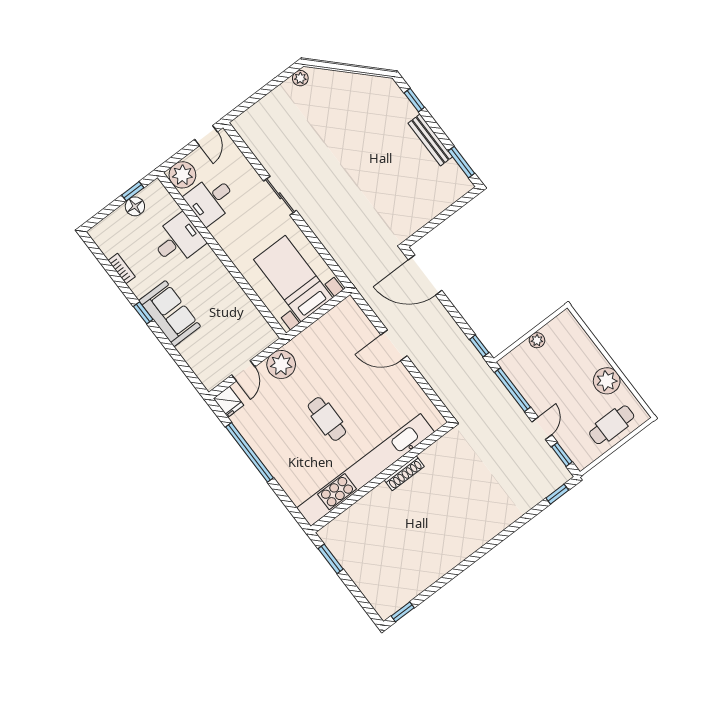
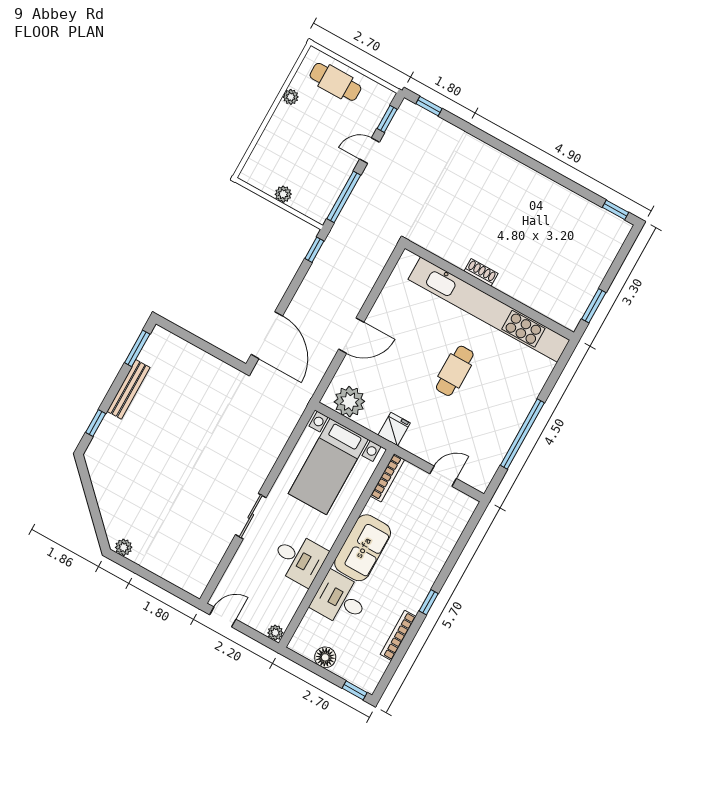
plant: (182, 175) -> (275, 633), width x0.53, depth x0.53
window: (133, 191) -> (355, 690), moved
desk: (211, 200) -> (299, 559), moved
bookcase: (122, 269) -> (398, 635), width x1.56
sofa: (170, 314) -> (363, 548), moved, turned 180
bookcase: (262, 324) -> (387, 478), added
door: (394, 345) -> (351, 336), hinge flipped
plant: (281, 364) -> (349, 402), moved
plant: (607, 381) -> (291, 97), width x0.53, depth x0.53
fridge: (228, 402) -> (394, 429), moved
shoe rack: (404, 473) -> (481, 272), width x0.70

